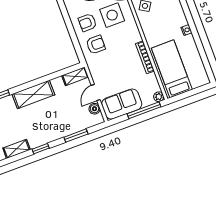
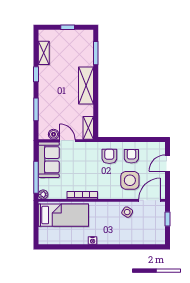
armchair: (96, 45) -> (109, 156), turned 180

